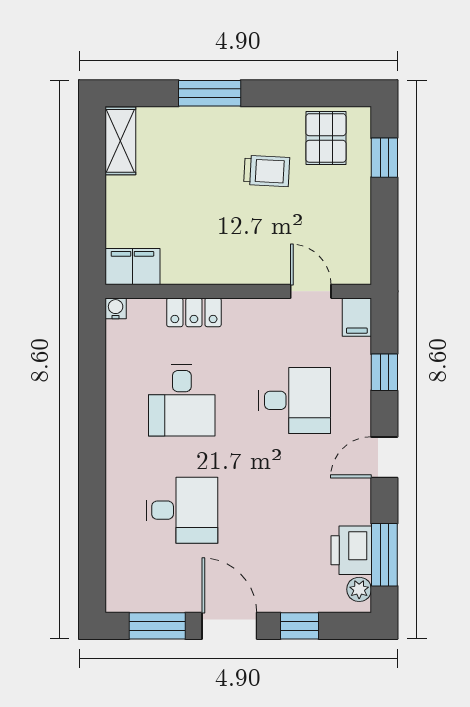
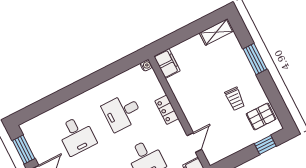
locker: (194, 312) -> (167, 110), moved

